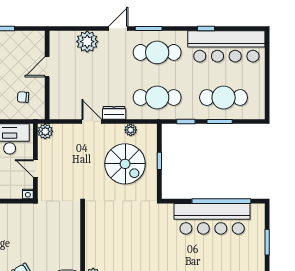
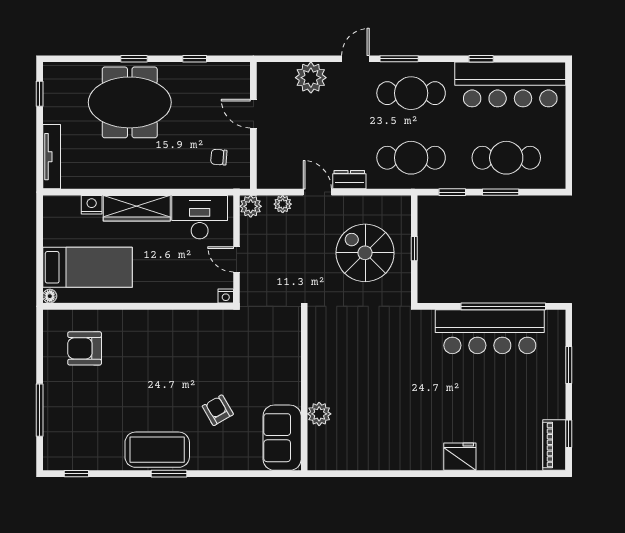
door: (47, 67) -> (253, 114), hinge flipped
plant: (131, 130) -> (283, 204), moved
spiral stairs: (125, 164) -> (365, 253), turned 180

